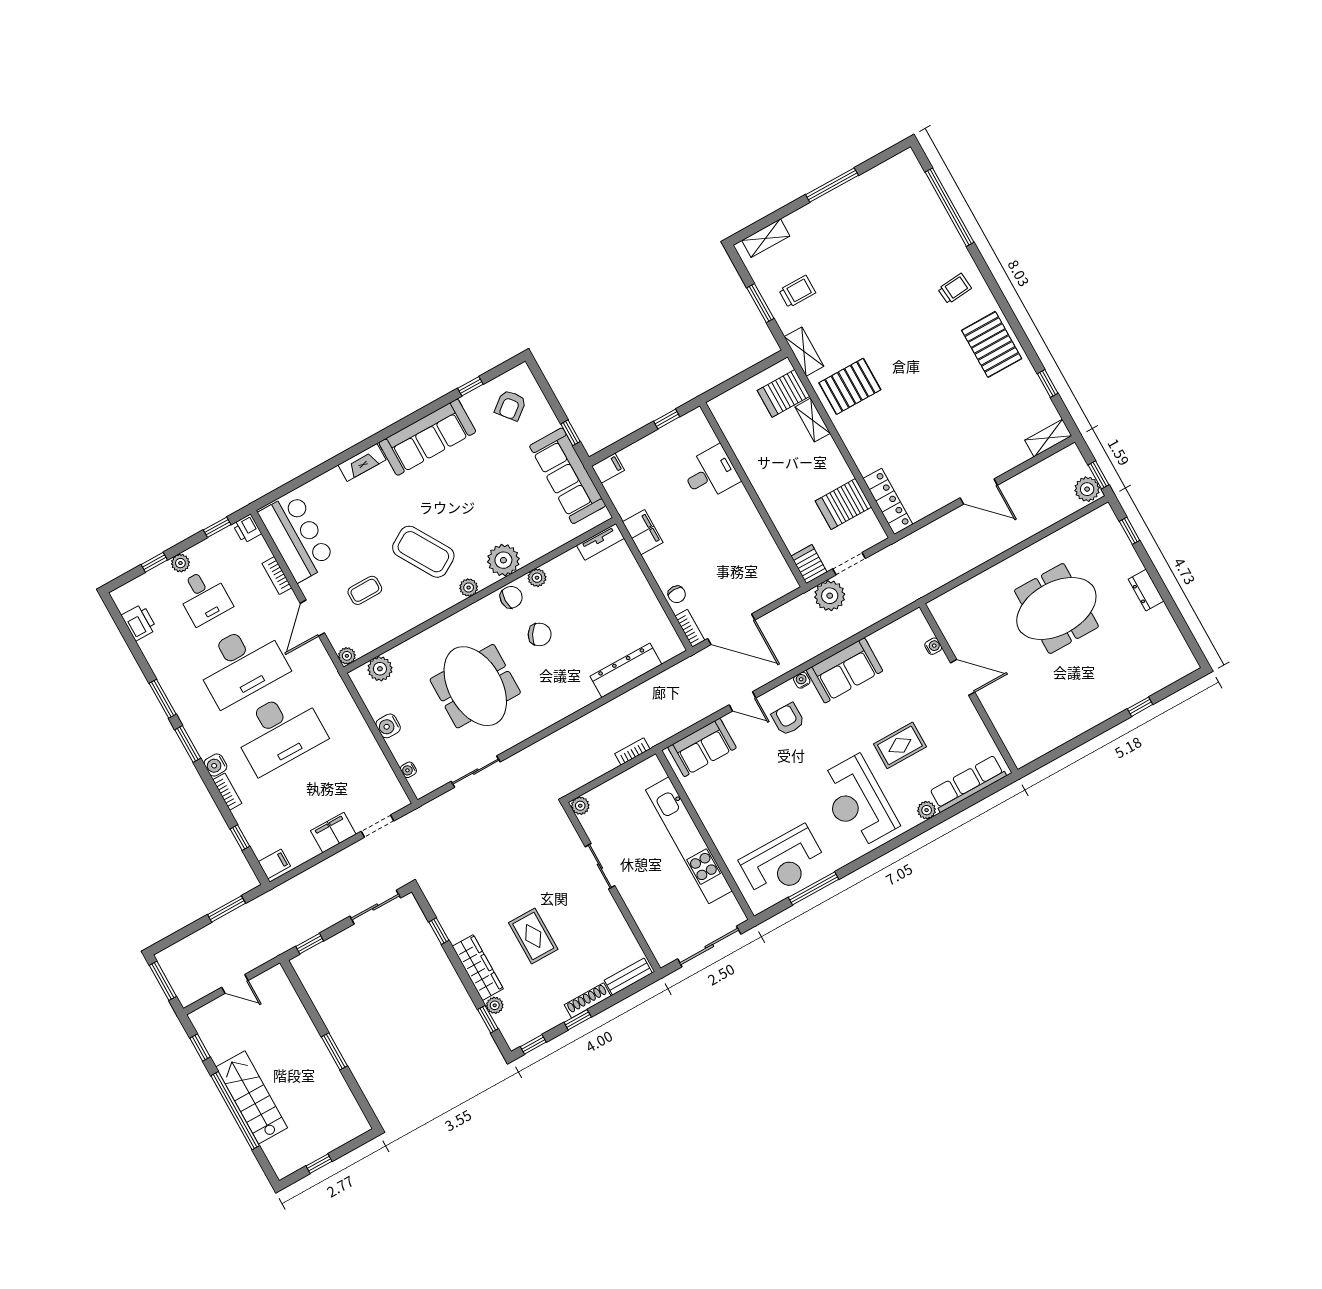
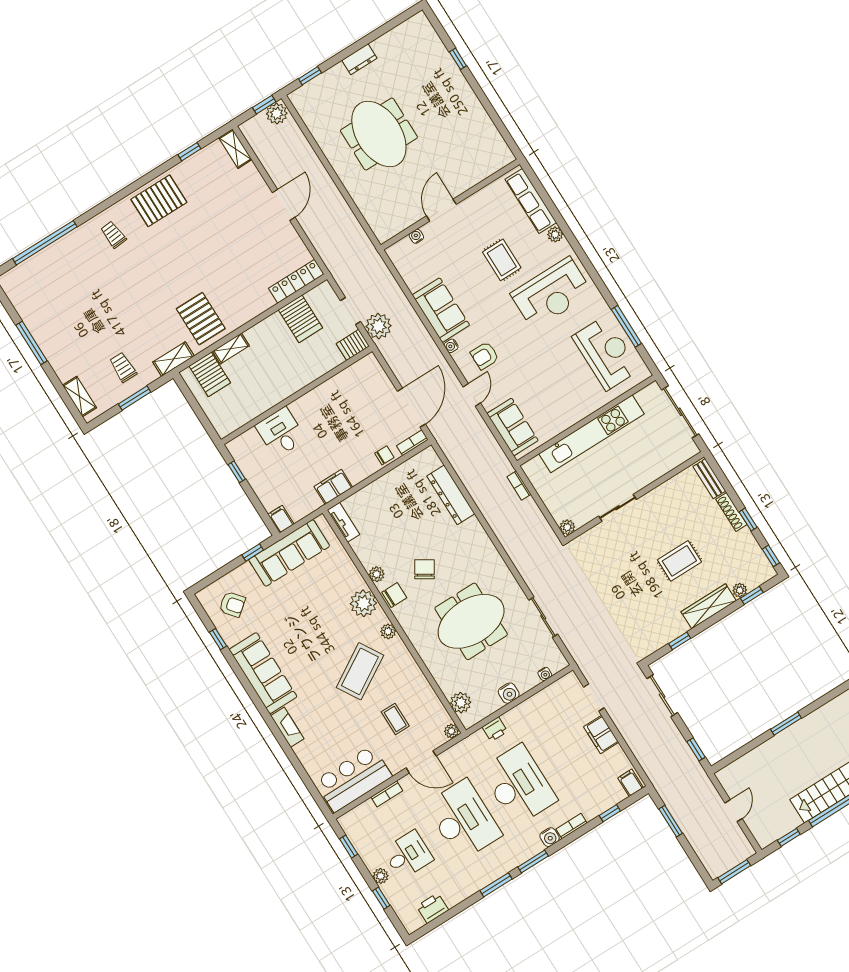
printer: (247, 529) -> (495, 729), moved
chair: (511, 597) -> (394, 595), turned 90

